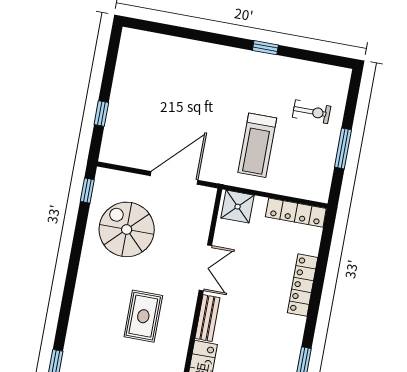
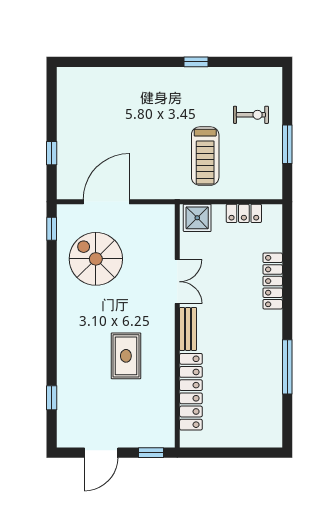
door: (174, 178) -> (106, 202), moved
locker: (296, 213) -> (244, 213), width x0.66
rug: (143, 316) -> (126, 356), moved

